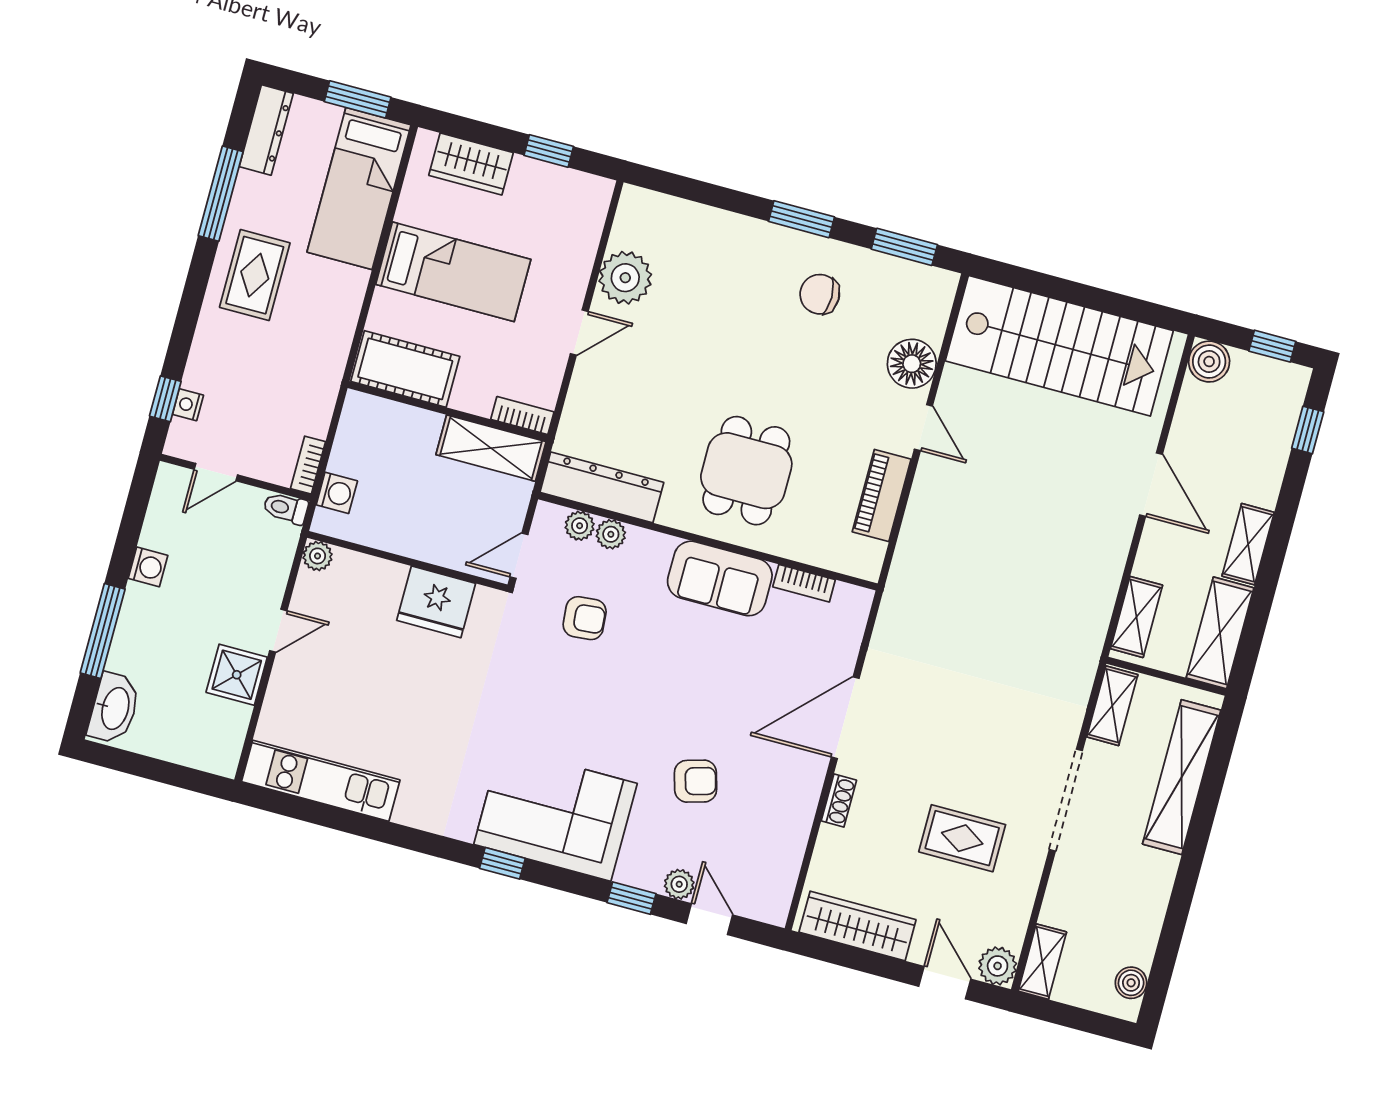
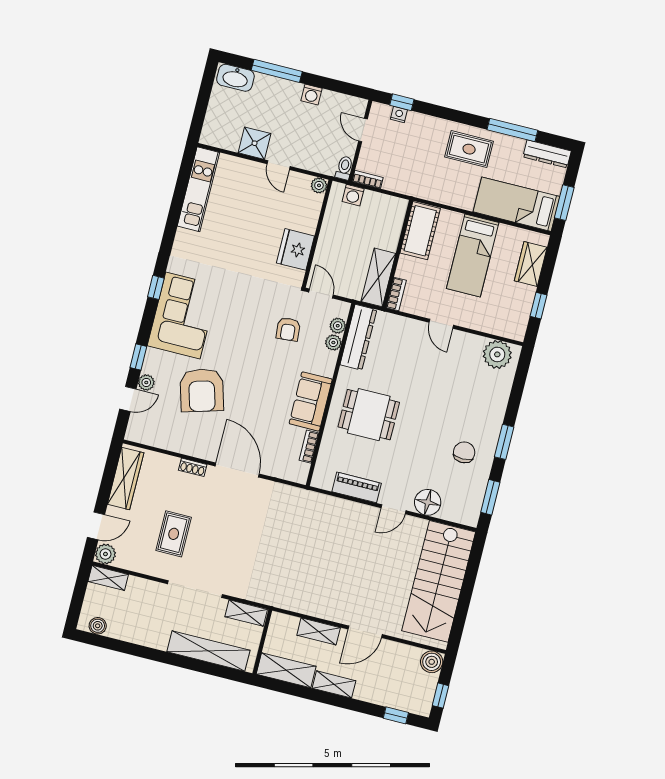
plant: (625, 278) -> (497, 354), moved
shelving: (1136, 617) -> (319, 631), moved
armchair: (696, 781) -> (202, 390), width x1.88, depth x1.88

